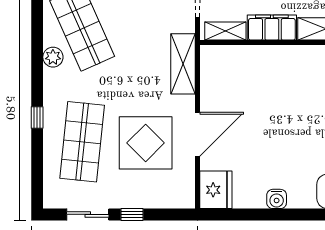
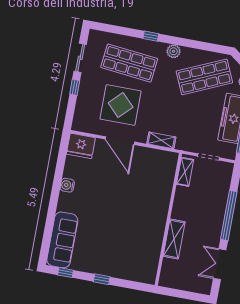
filing cabinet: (272, 28) -> (182, 203), removed
plant: (53, 57) -> (174, 51), moved
shelving: (183, 64) -> (161, 140), width x0.67, depth x0.75

